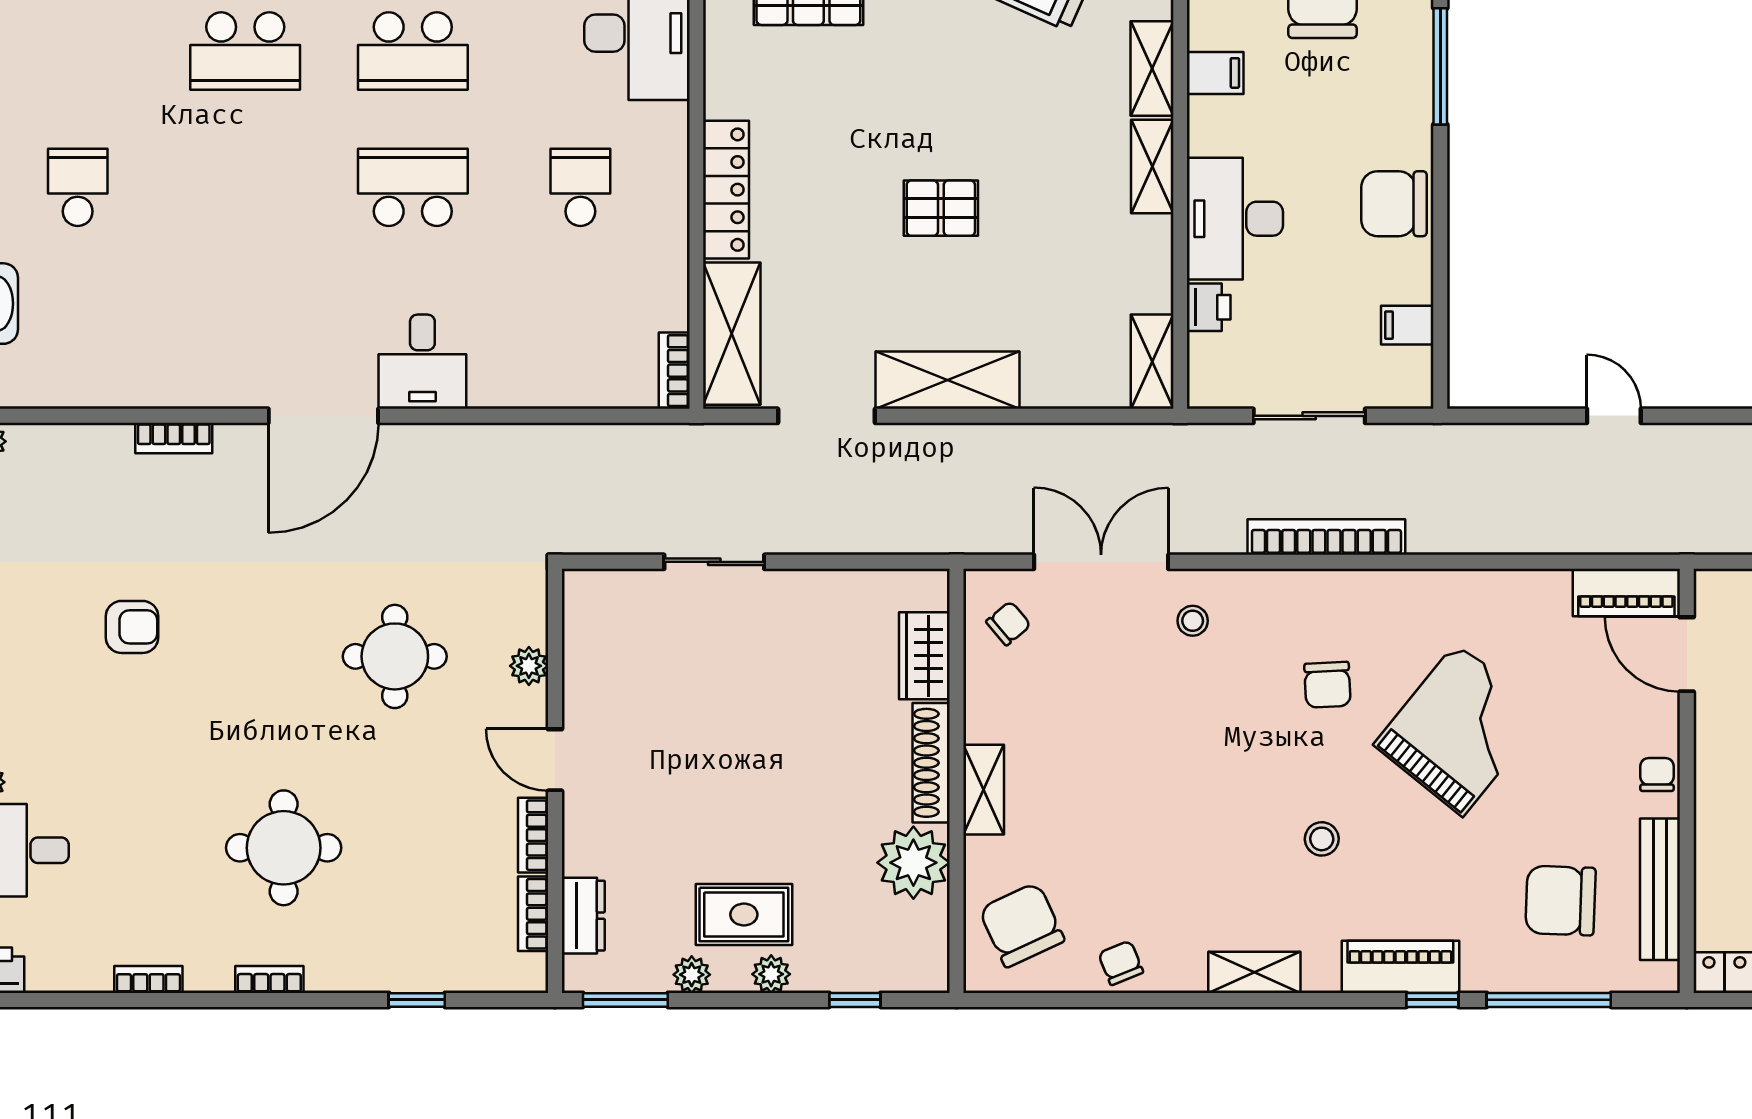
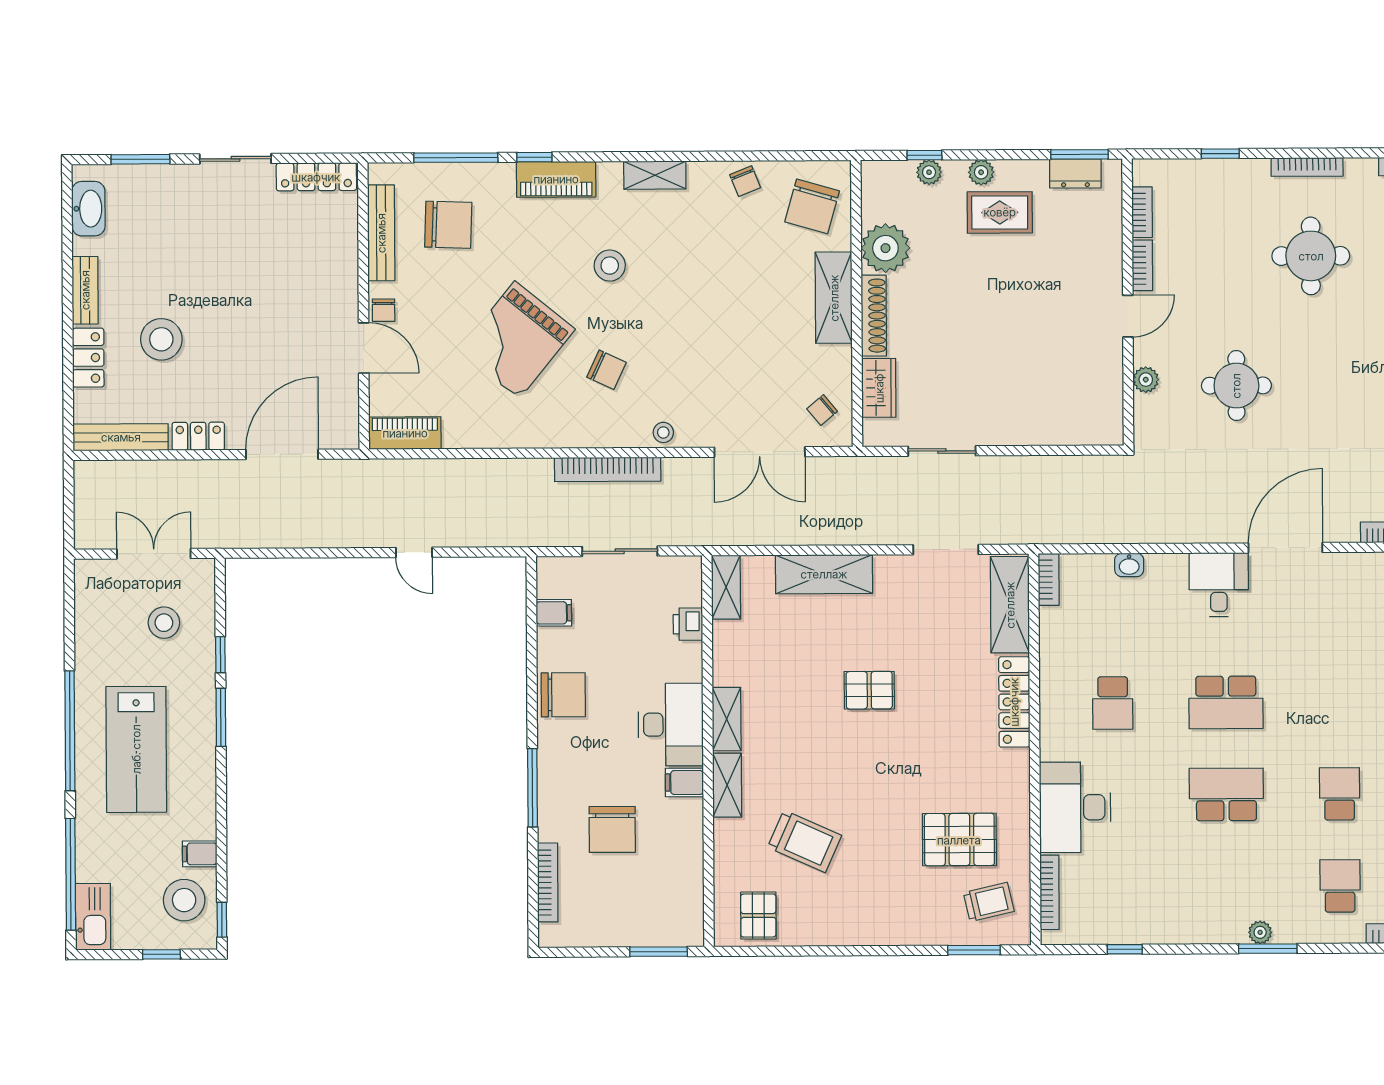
school desk: (245, 51) -> (1340, 794), width x0.54
desk: (1235, 219) -> (671, 725), moved
shelving: (948, 380) -> (824, 574), moved
washbasin: (555, 392) -> (1129, 565), added
sliding door: (714, 562) -> (942, 451), moved
stool: (1193, 621) -> (663, 432), moved
door: (1687, 654) -> (364, 348), moved
chair: (1327, 685) -> (606, 370), turned 118
door: (555, 760) -> (1128, 316), hinge flipped
shelving: (984, 790) -> (834, 298), width x1.50, depth x1.33
stool: (1322, 839) -> (610, 266), width x1.37, depth x1.37
dresser: (583, 916) -> (1075, 173), moved, turned -90
chair: (1022, 925) -> (812, 206), turned 41
plant: (692, 975) -> (929, 172), moved
bookcase: (269, 979) -> (1307, 167), width x1.56

